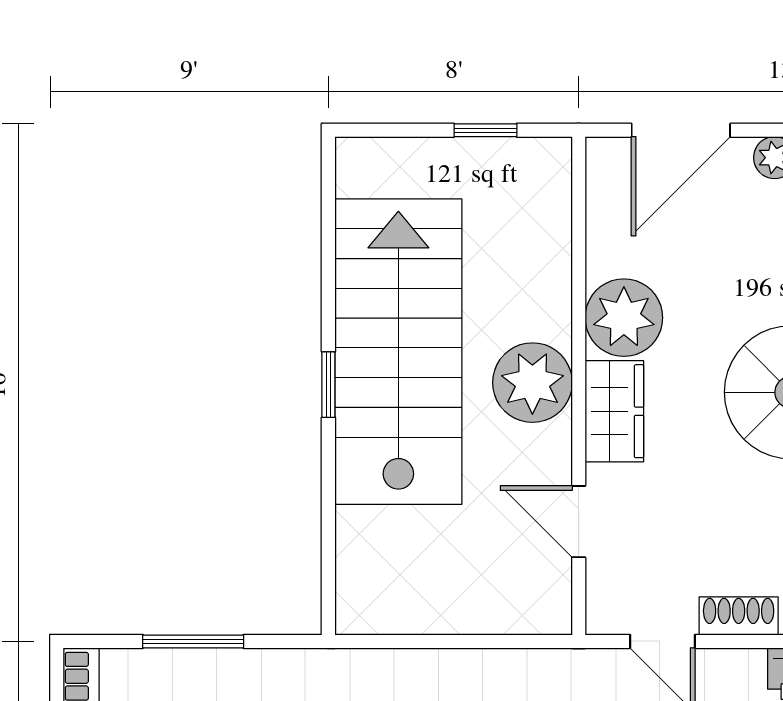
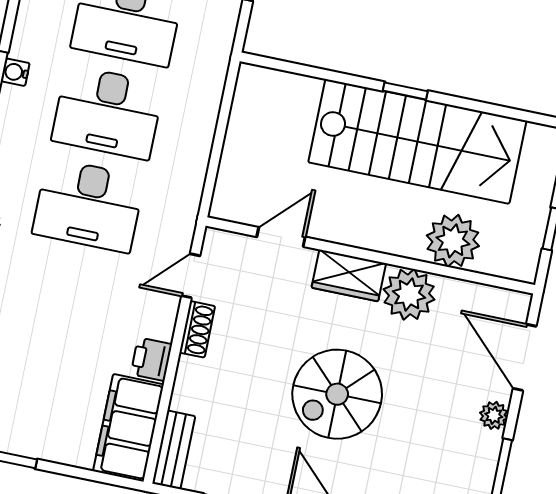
plant: (532, 383) -> (453, 241), moved

